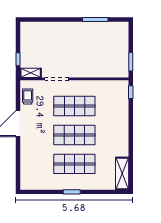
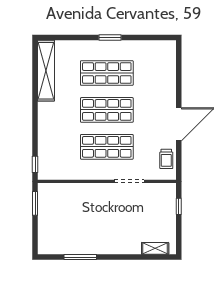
shelving: (31, 73) -> (155, 248), moved
shelving: (122, 173) -> (46, 71), width x1.47

